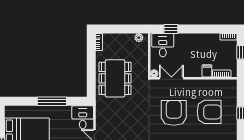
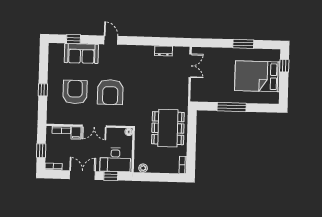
double door: (199, 29) -> (82, 175), added
desk: (163, 45) -> (115, 160), width x1.37
double door: (171, 78) -> (94, 126), moved
armchair: (209, 112) -> (75, 92), turned 90
desk: (83, 117) -> (201, 90), removed

